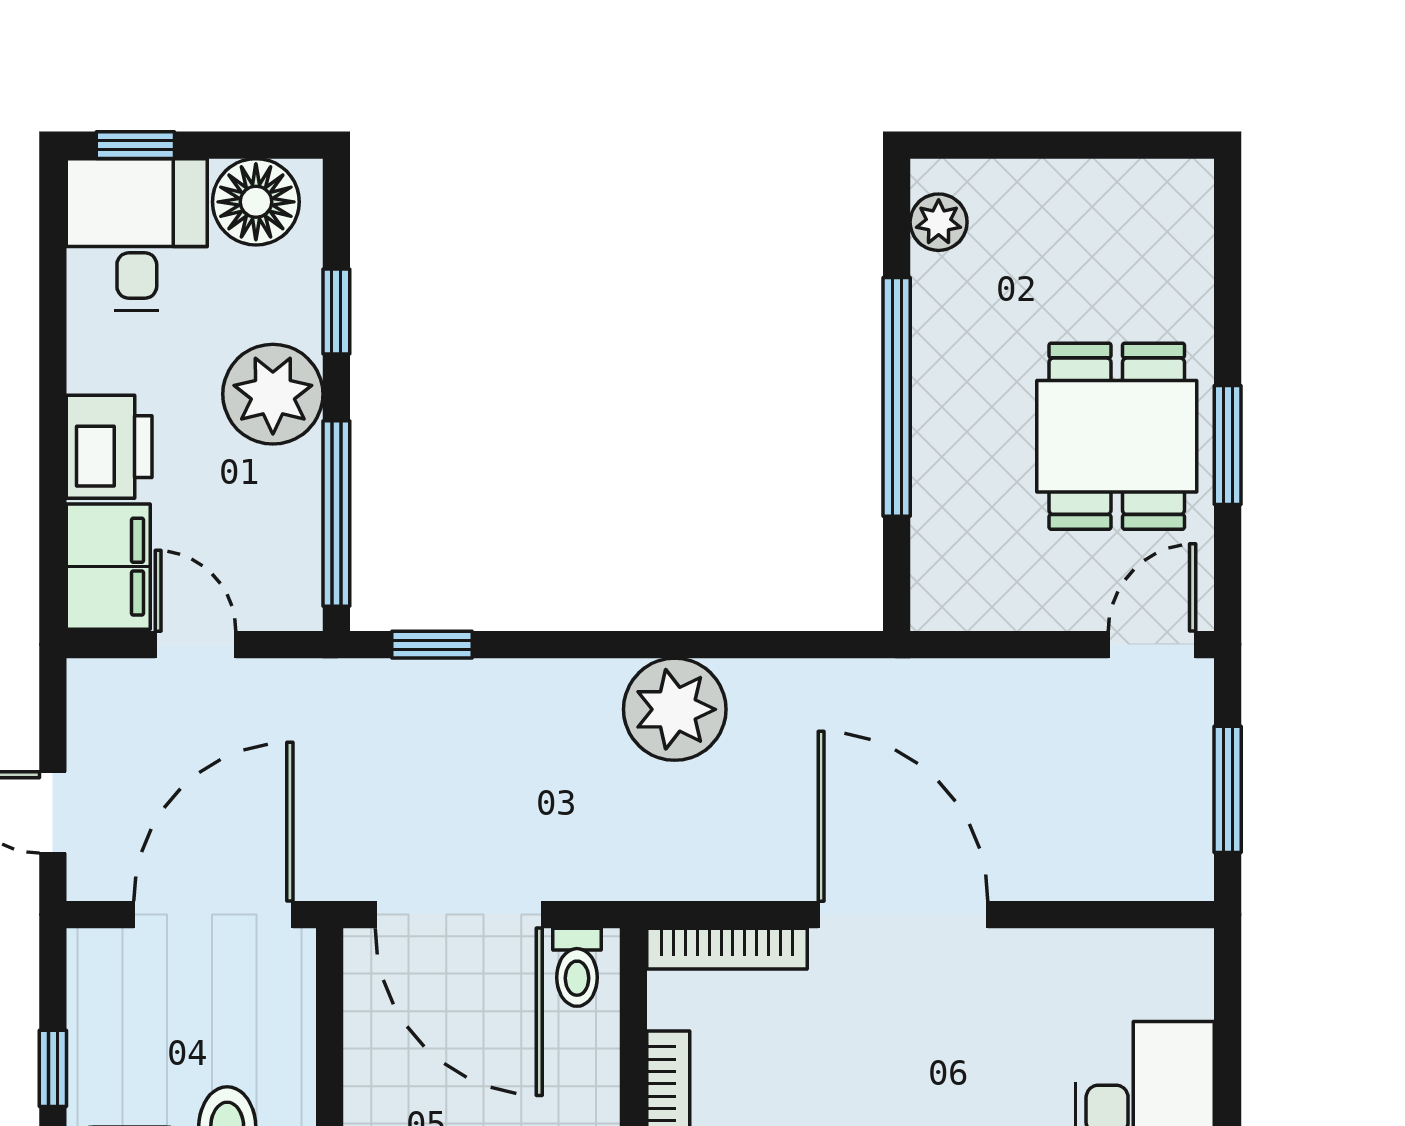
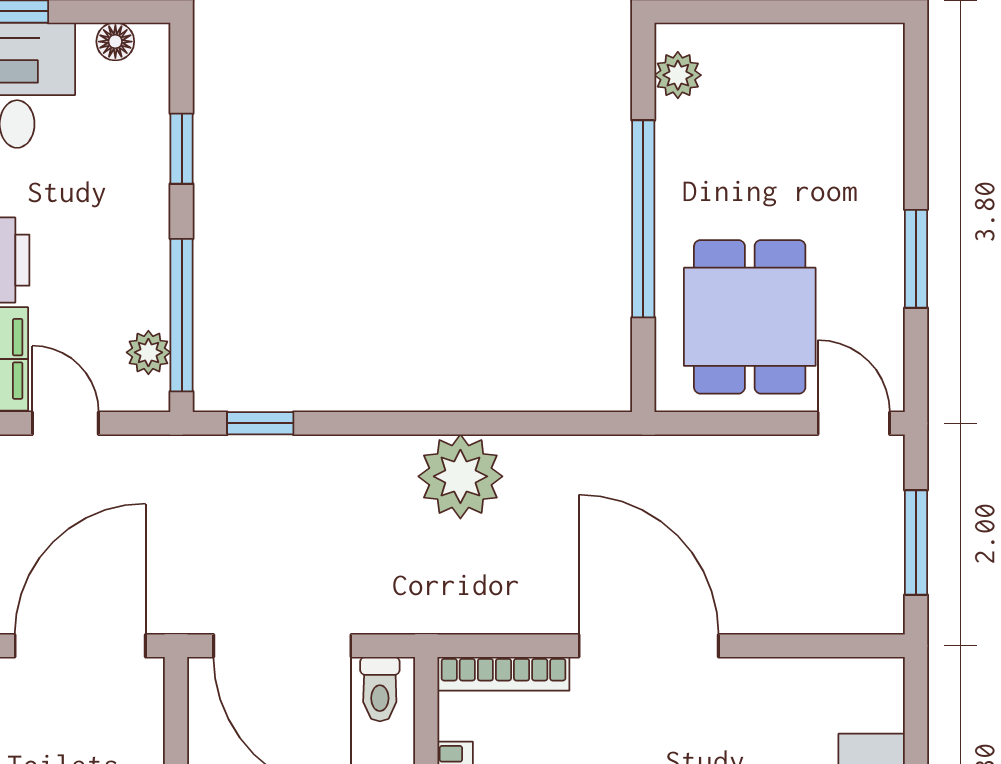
floor lamp: (256, 202) -> (115, 42), width x0.53, depth x0.53
plant: (273, 394) -> (148, 352), moved, width x0.53, depth x0.53
dining table: (1117, 436) -> (750, 317), moved
door: (1152, 645) -> (854, 423), hinge flipped

